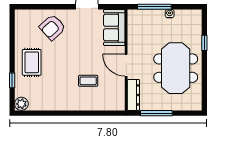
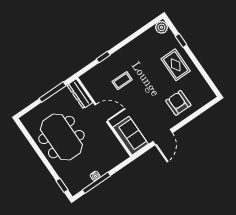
window: (154, 7) -> (96, 183), moved
armchair: (52, 27) -> (178, 103), turned -48
window: (204, 43) -> (62, 185), moved
window: (91, 113) -> (103, 57), added

